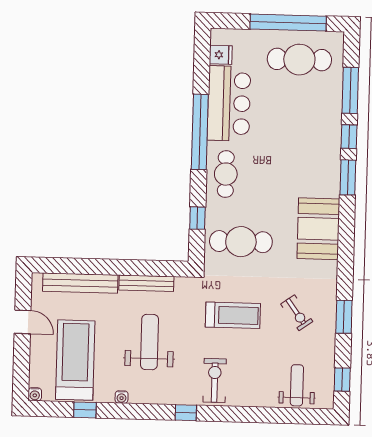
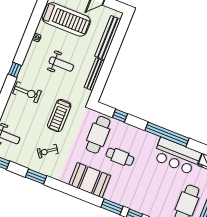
cafe table: (226, 174) -> (120, 157), moved
weight bench: (149, 342) -> (61, 64), width x0.73, depth x0.75
window: (85, 410) -> (37, 15), removed

